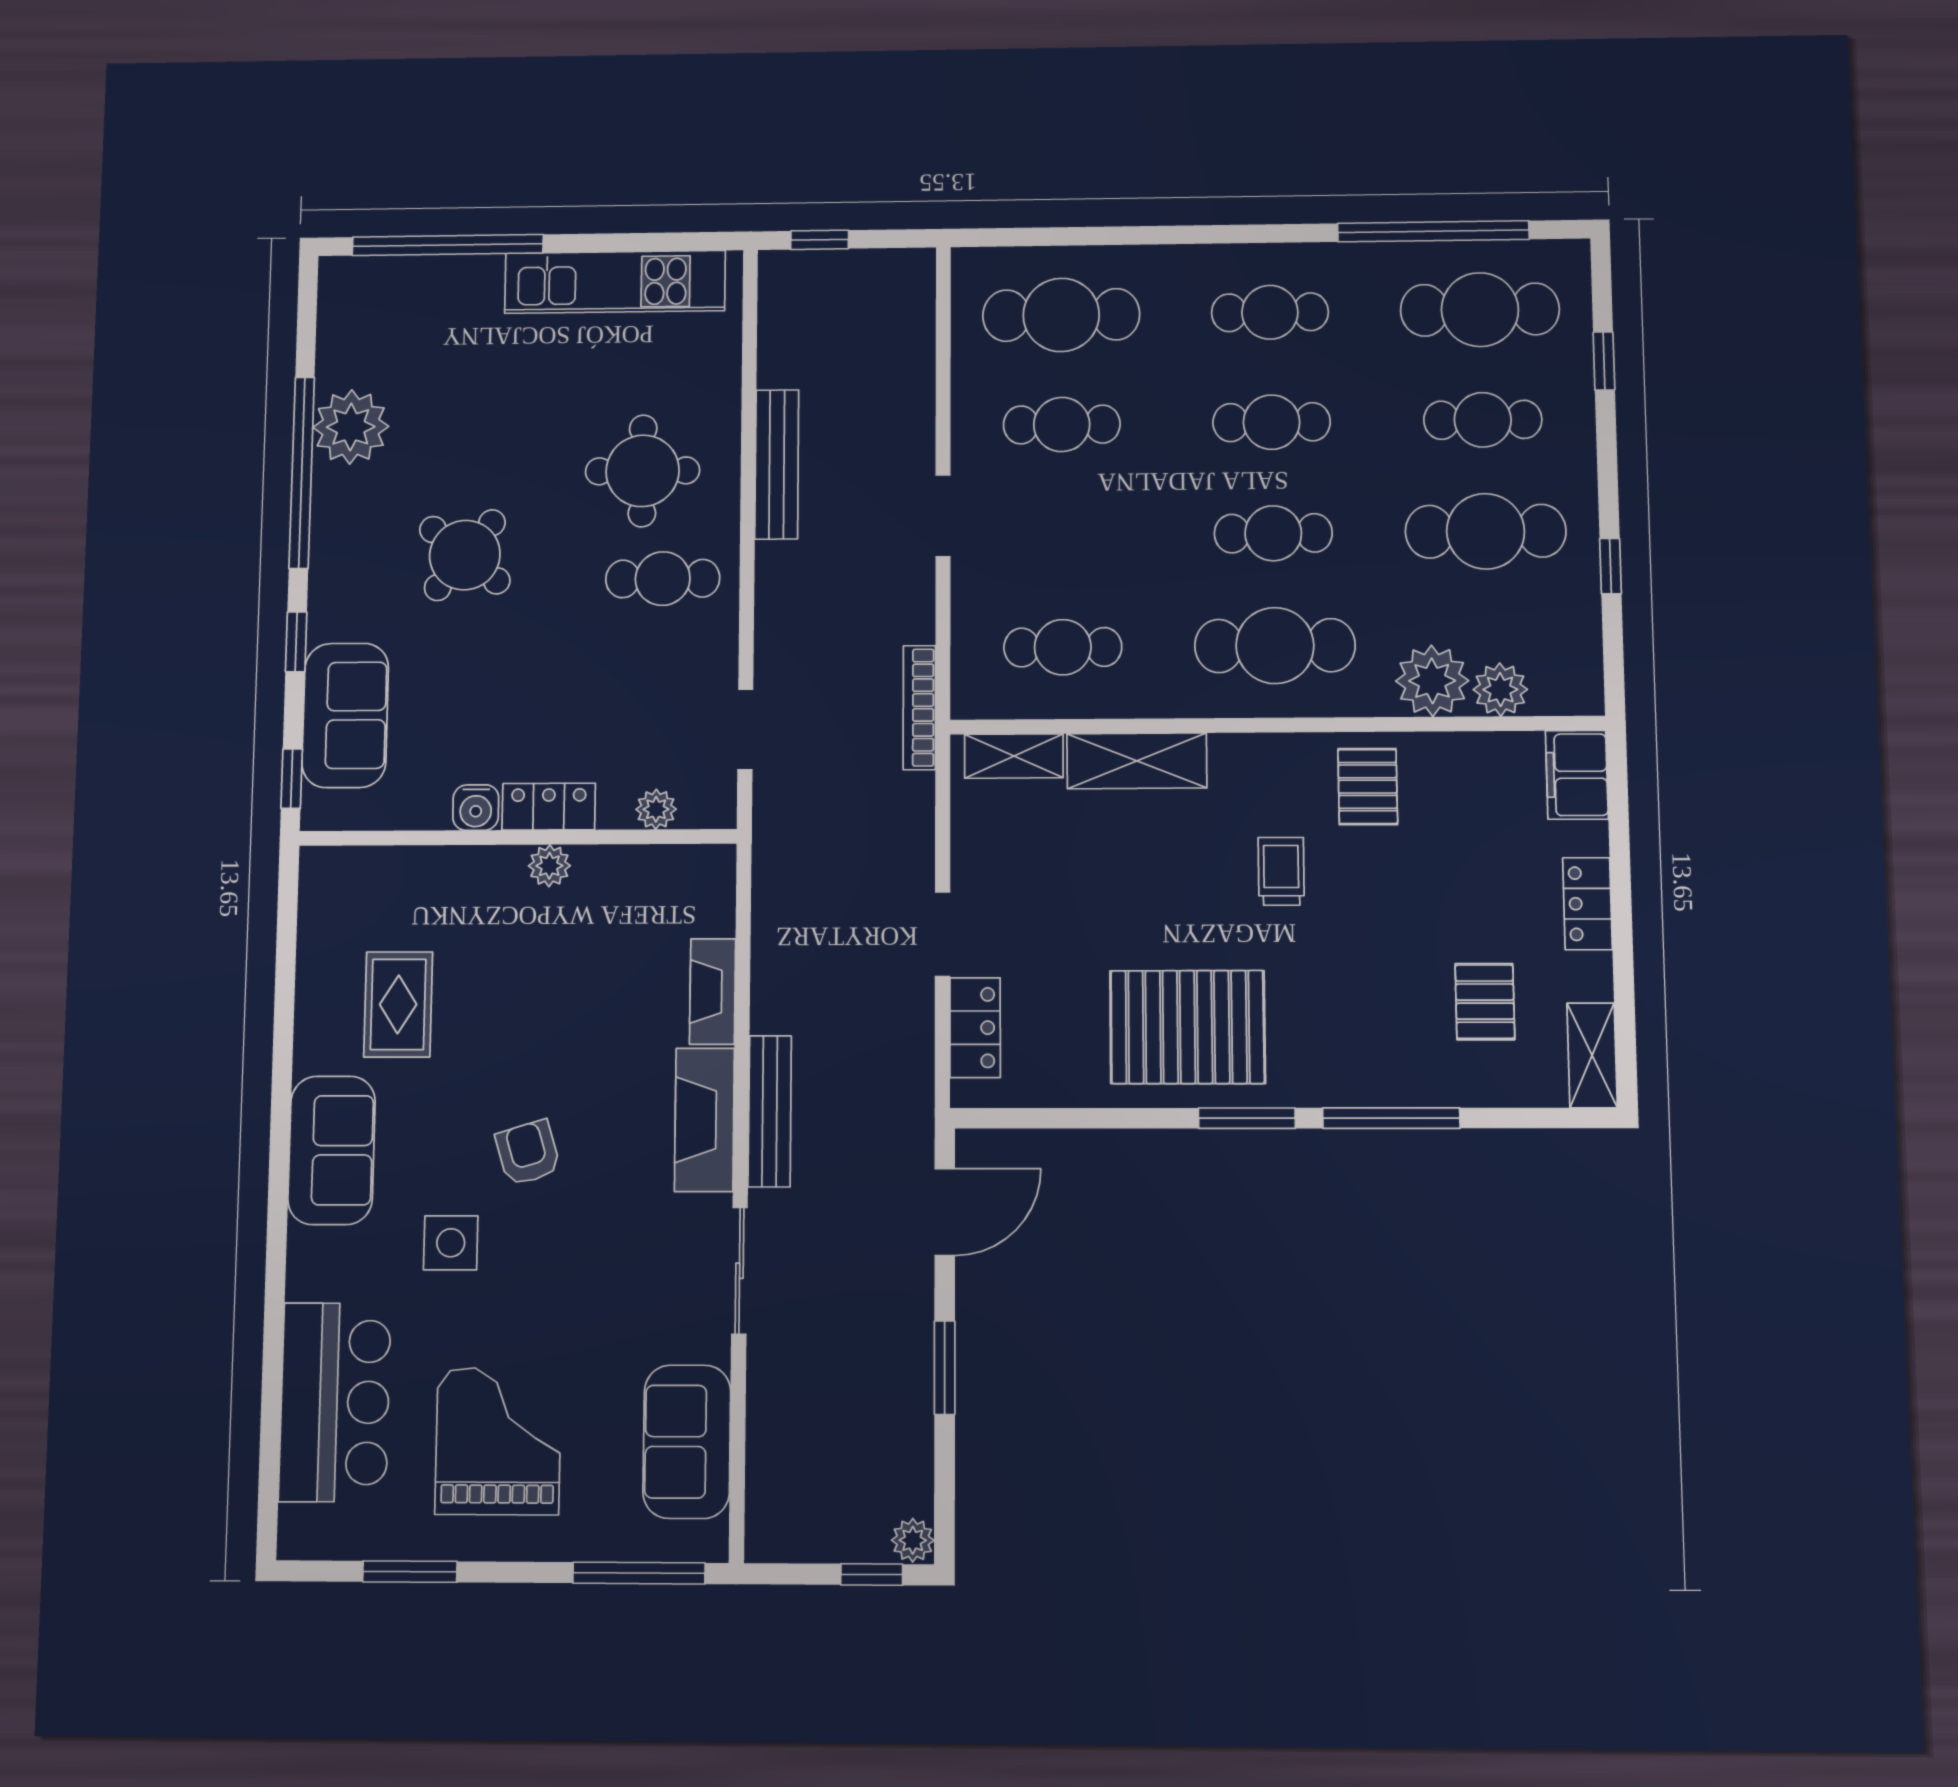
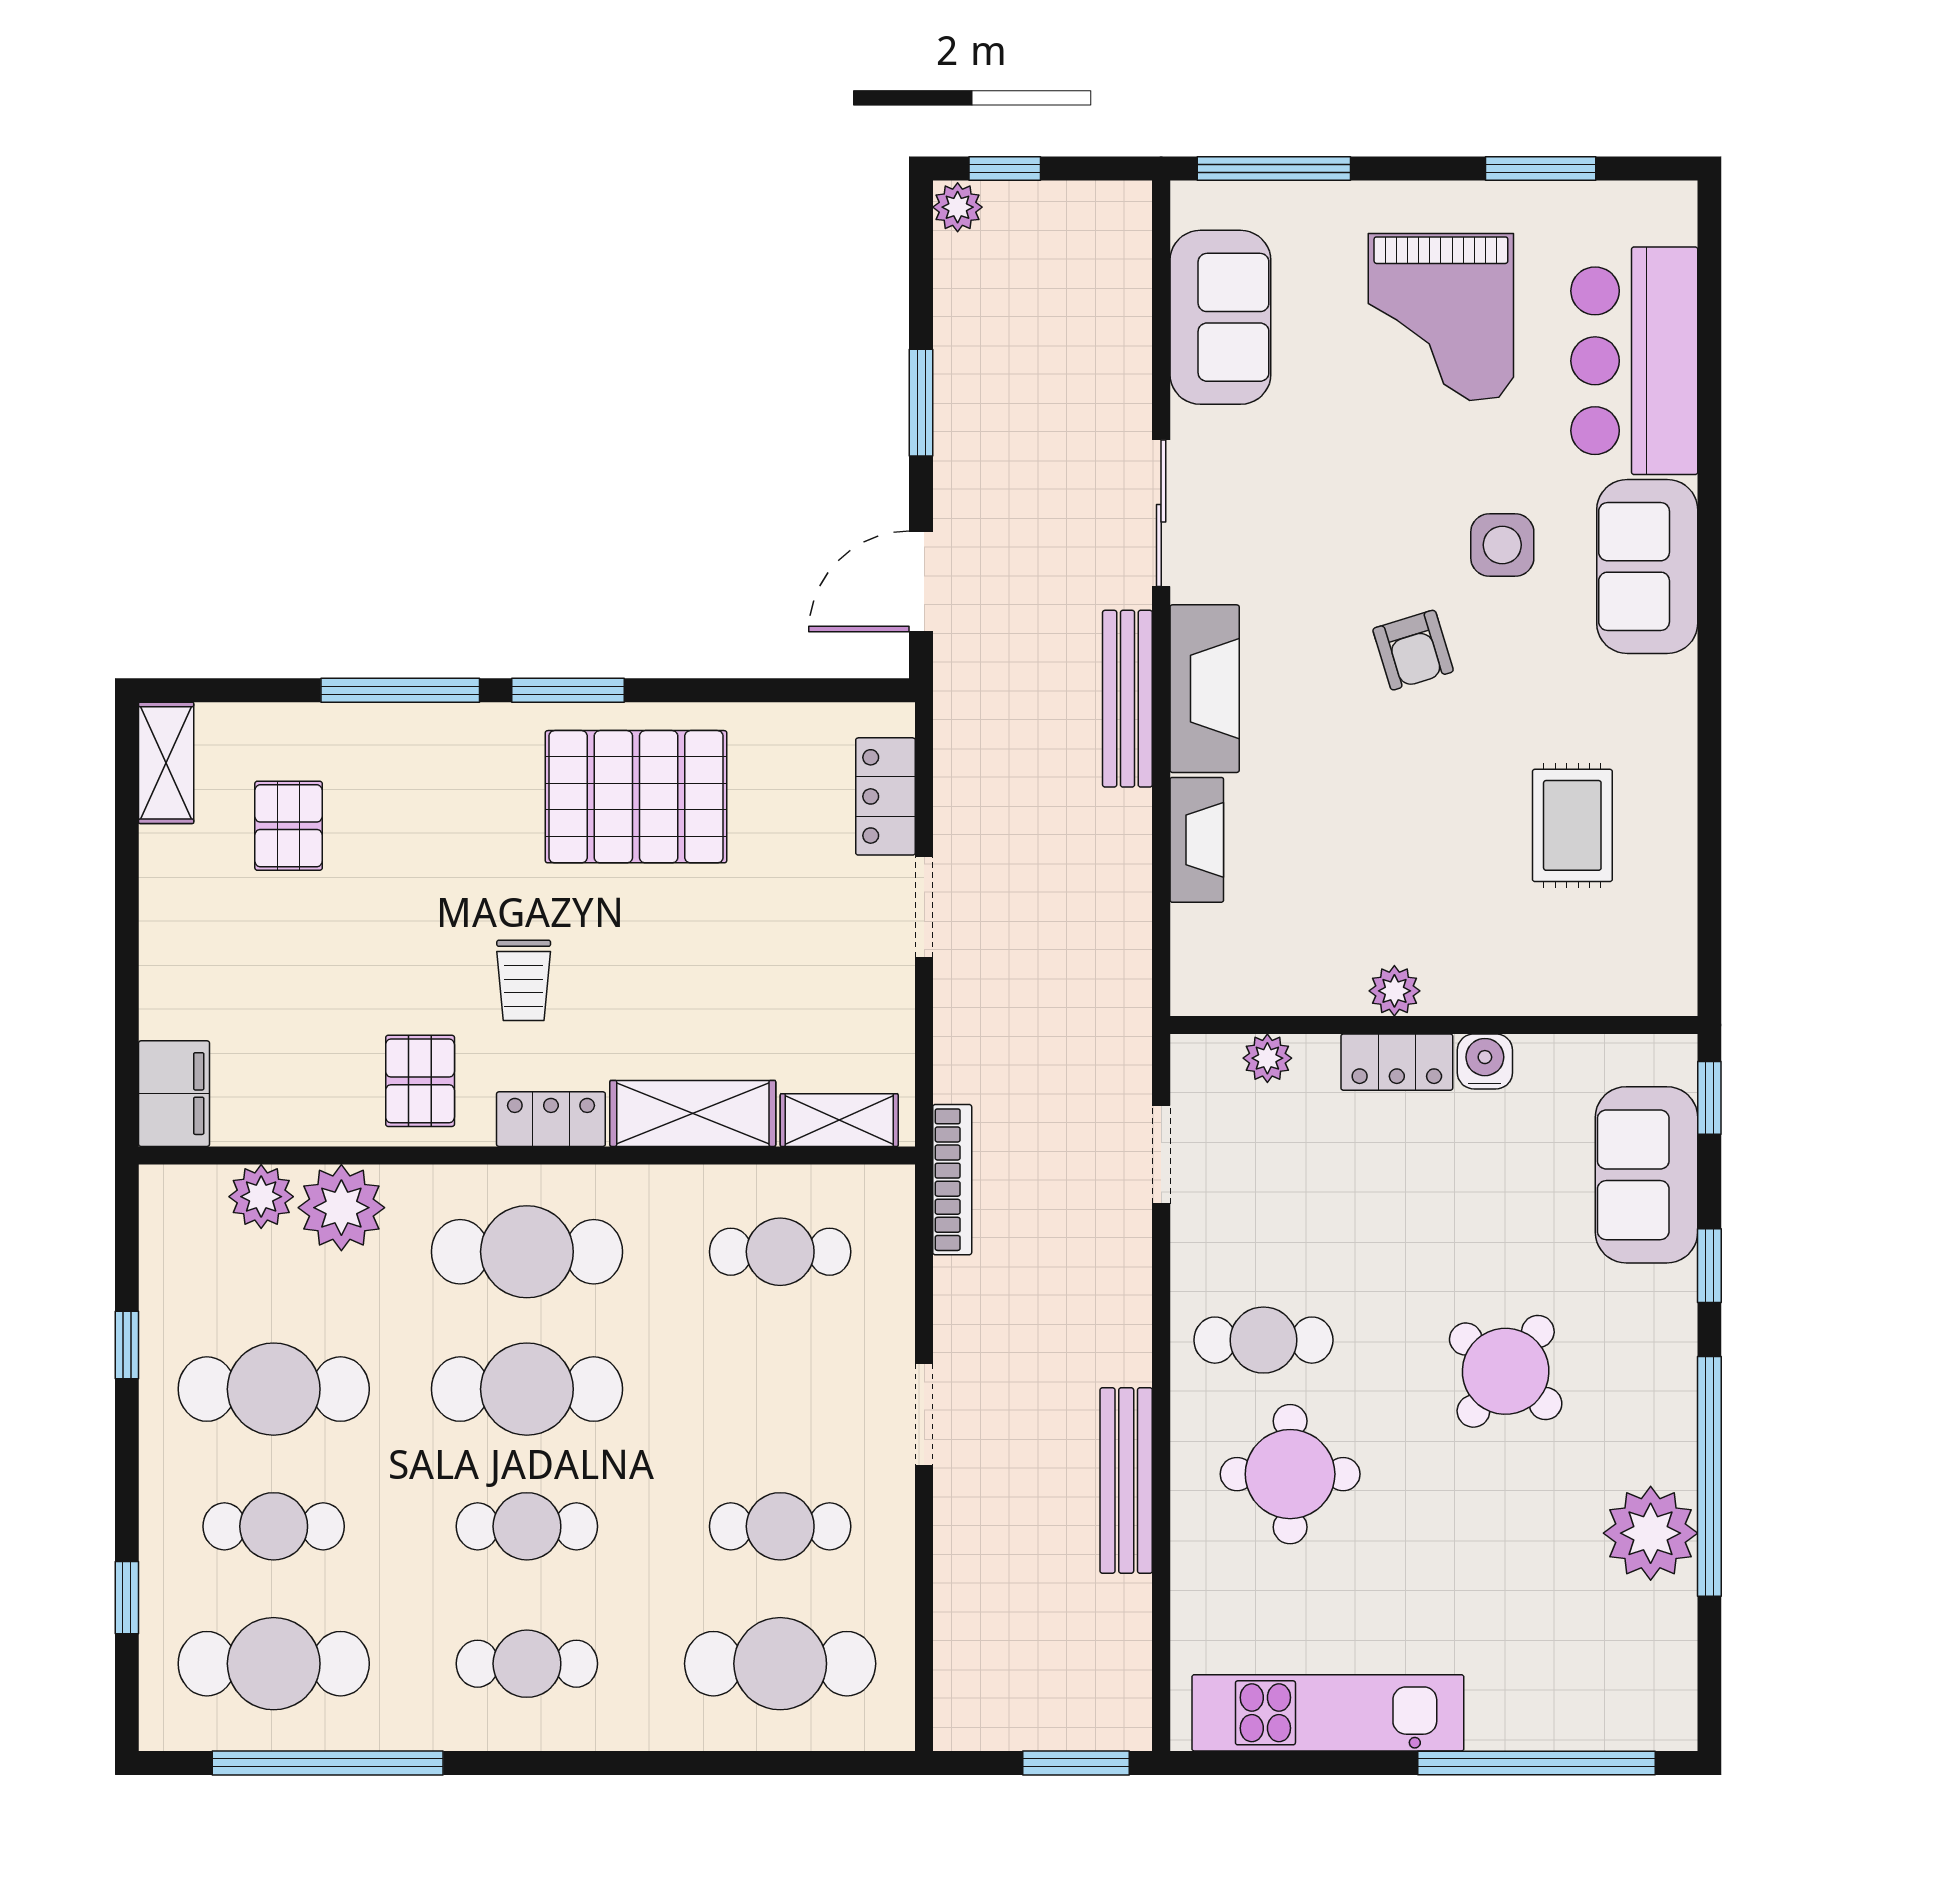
window: (820, 240) -> (1076, 1763), width x1.50
cafe table: (1273, 533) -> (527, 1389), width x1.37, depth x1.35
locker: (1587, 904) -> (551, 1119), moved, turned -90
sofa: (331, 1150) -> (1647, 566), moved

